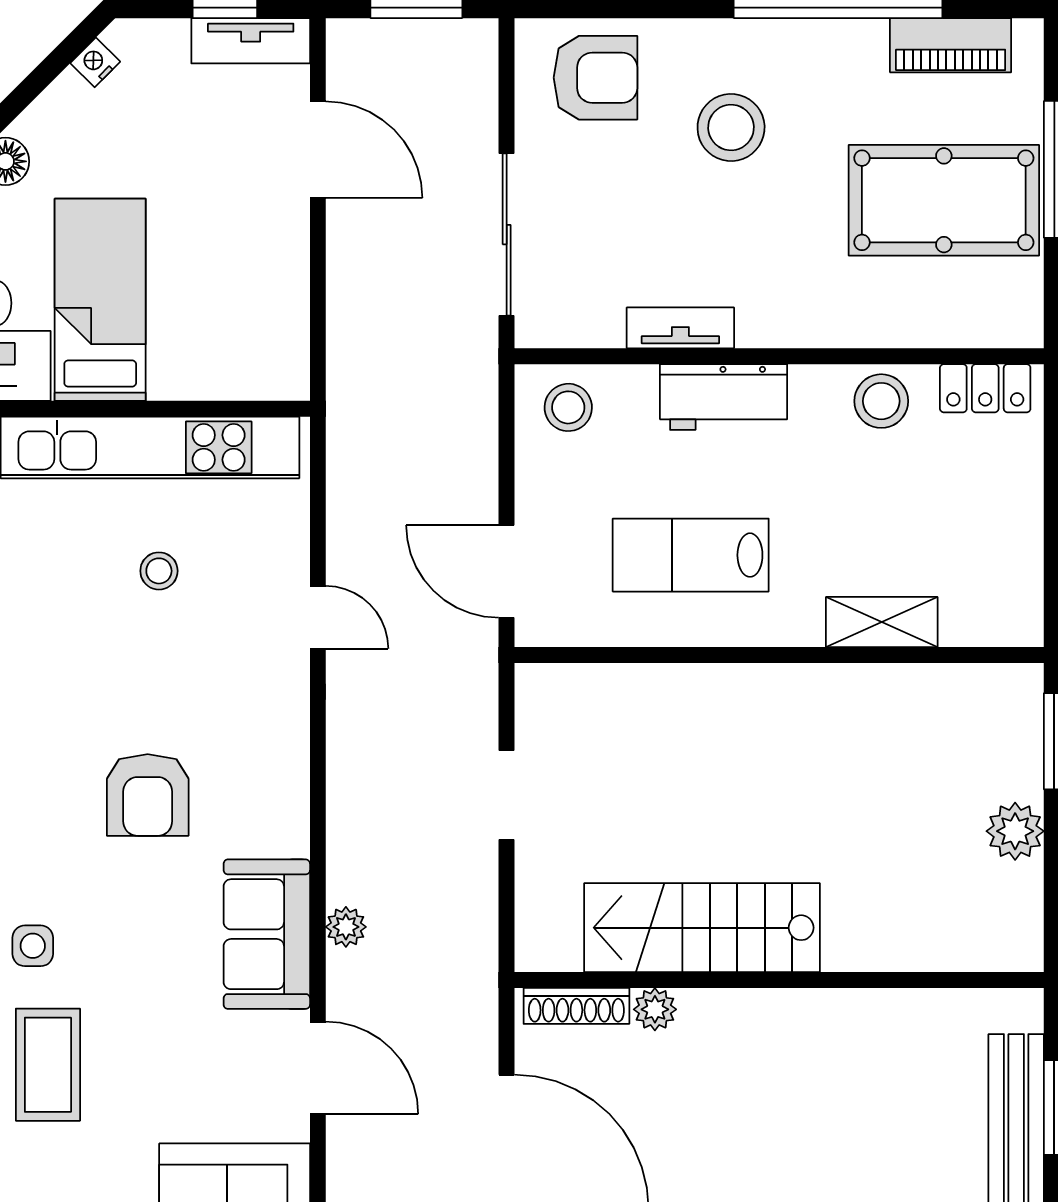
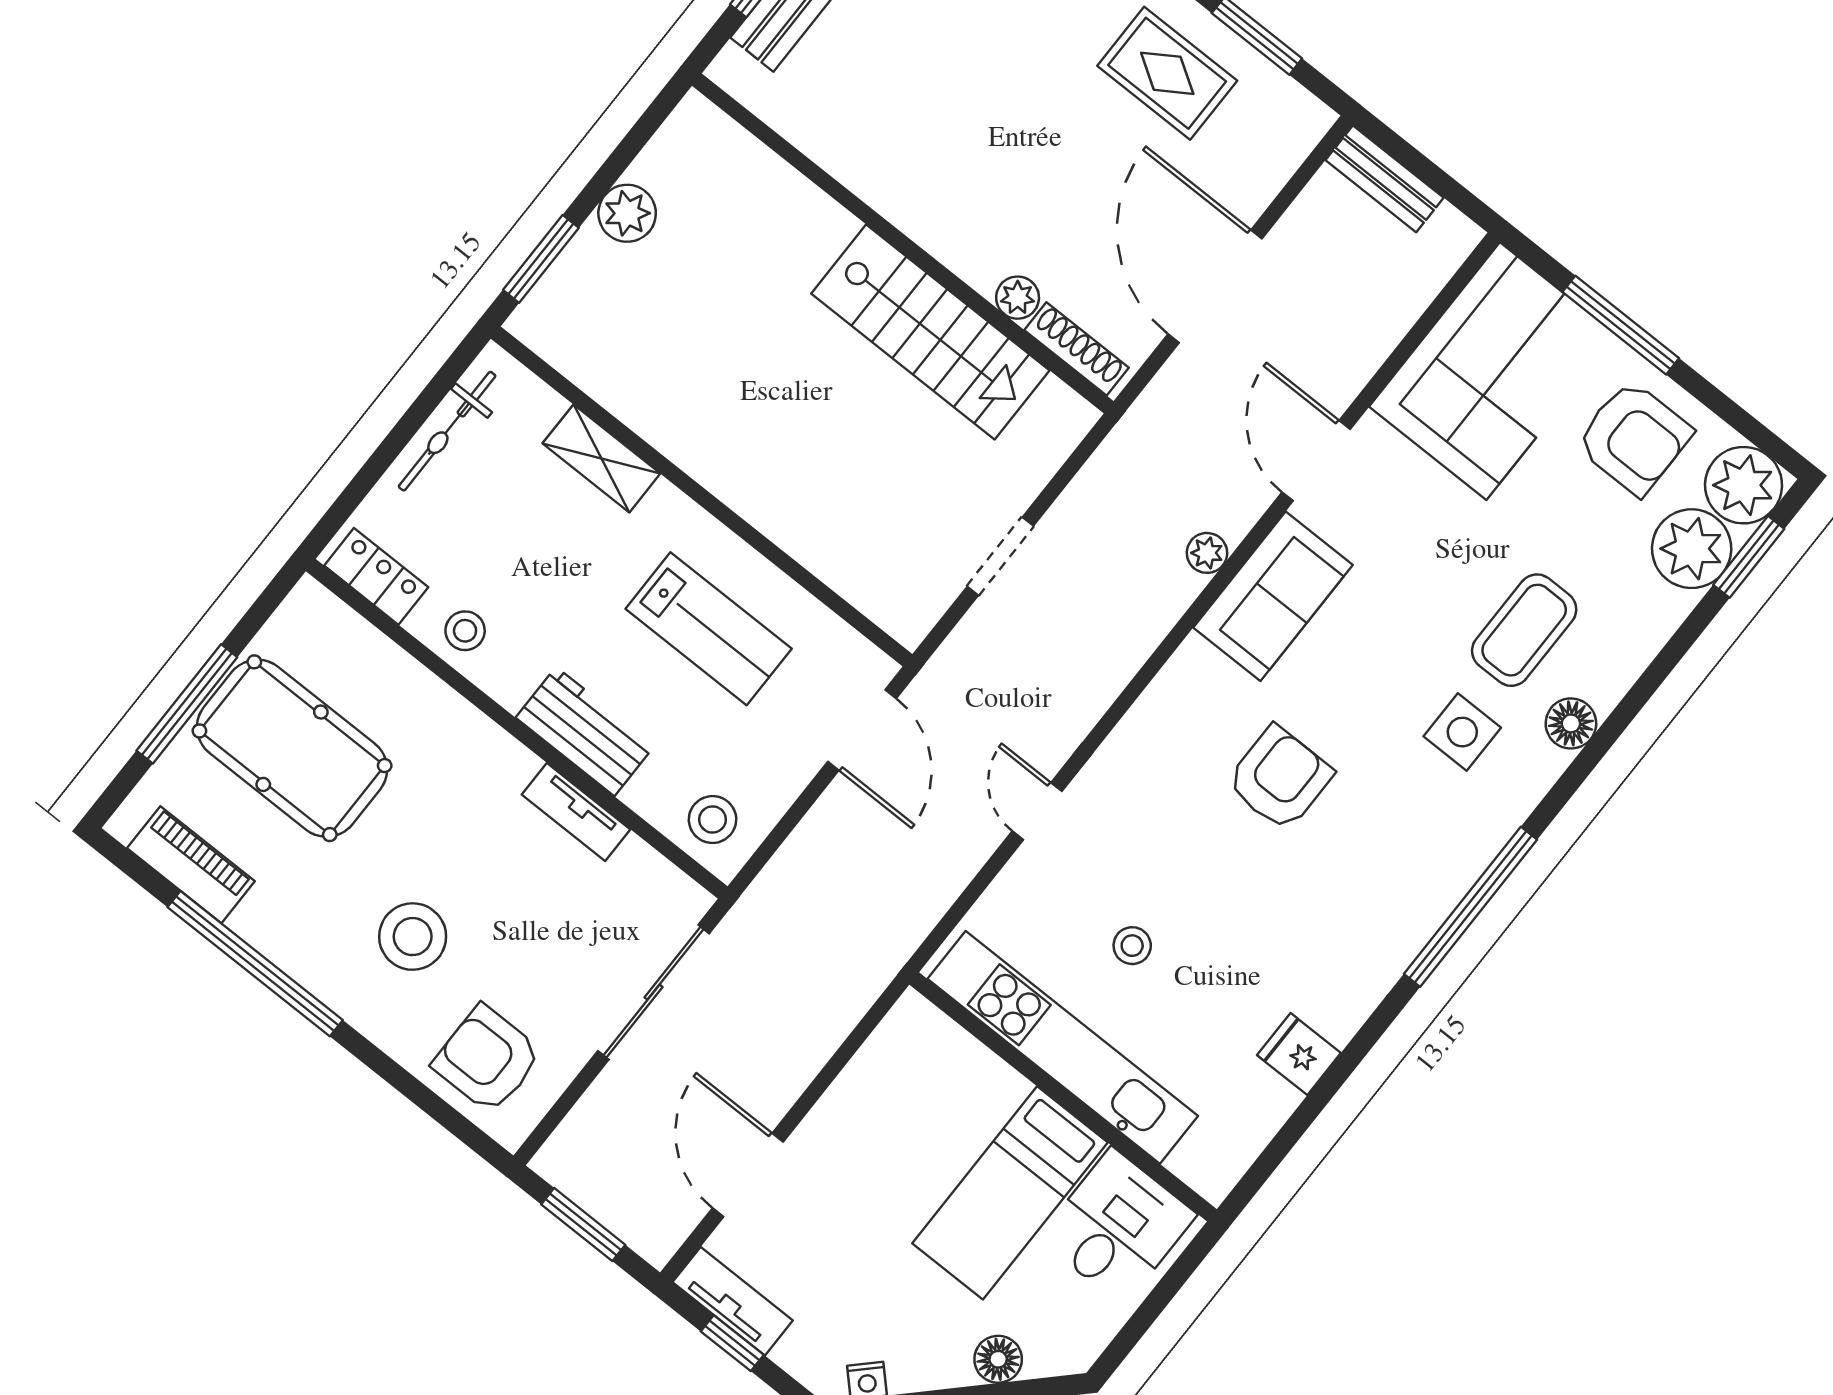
stool: (881, 401) -> (465, 631), width x0.73, depth x0.73
bicycle: (1020, 547) -> (447, 431), added
side table: (33, 946) -> (1462, 732), width x1.37, depth x1.37

